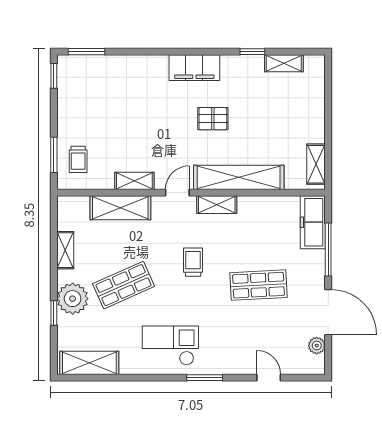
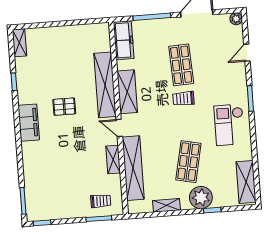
shelving: (284, 63) -> (19, 43), moved
pallet: (213, 119) -> (64, 107), turned 90
shelving: (316, 164) -> (91, 30), removed
shelving: (217, 205) -> (127, 92), width x1.50, depth x1.33
shelving: (120, 208) -> (133, 168), width x1.47
freezer: (313, 222) -> (124, 40), moved, turned -90
trolley: (193, 262) -> (183, 98), moved
shop shelf: (124, 285) -> (188, 162), turned 36
plant: (317, 346) -> (236, 19), moved

